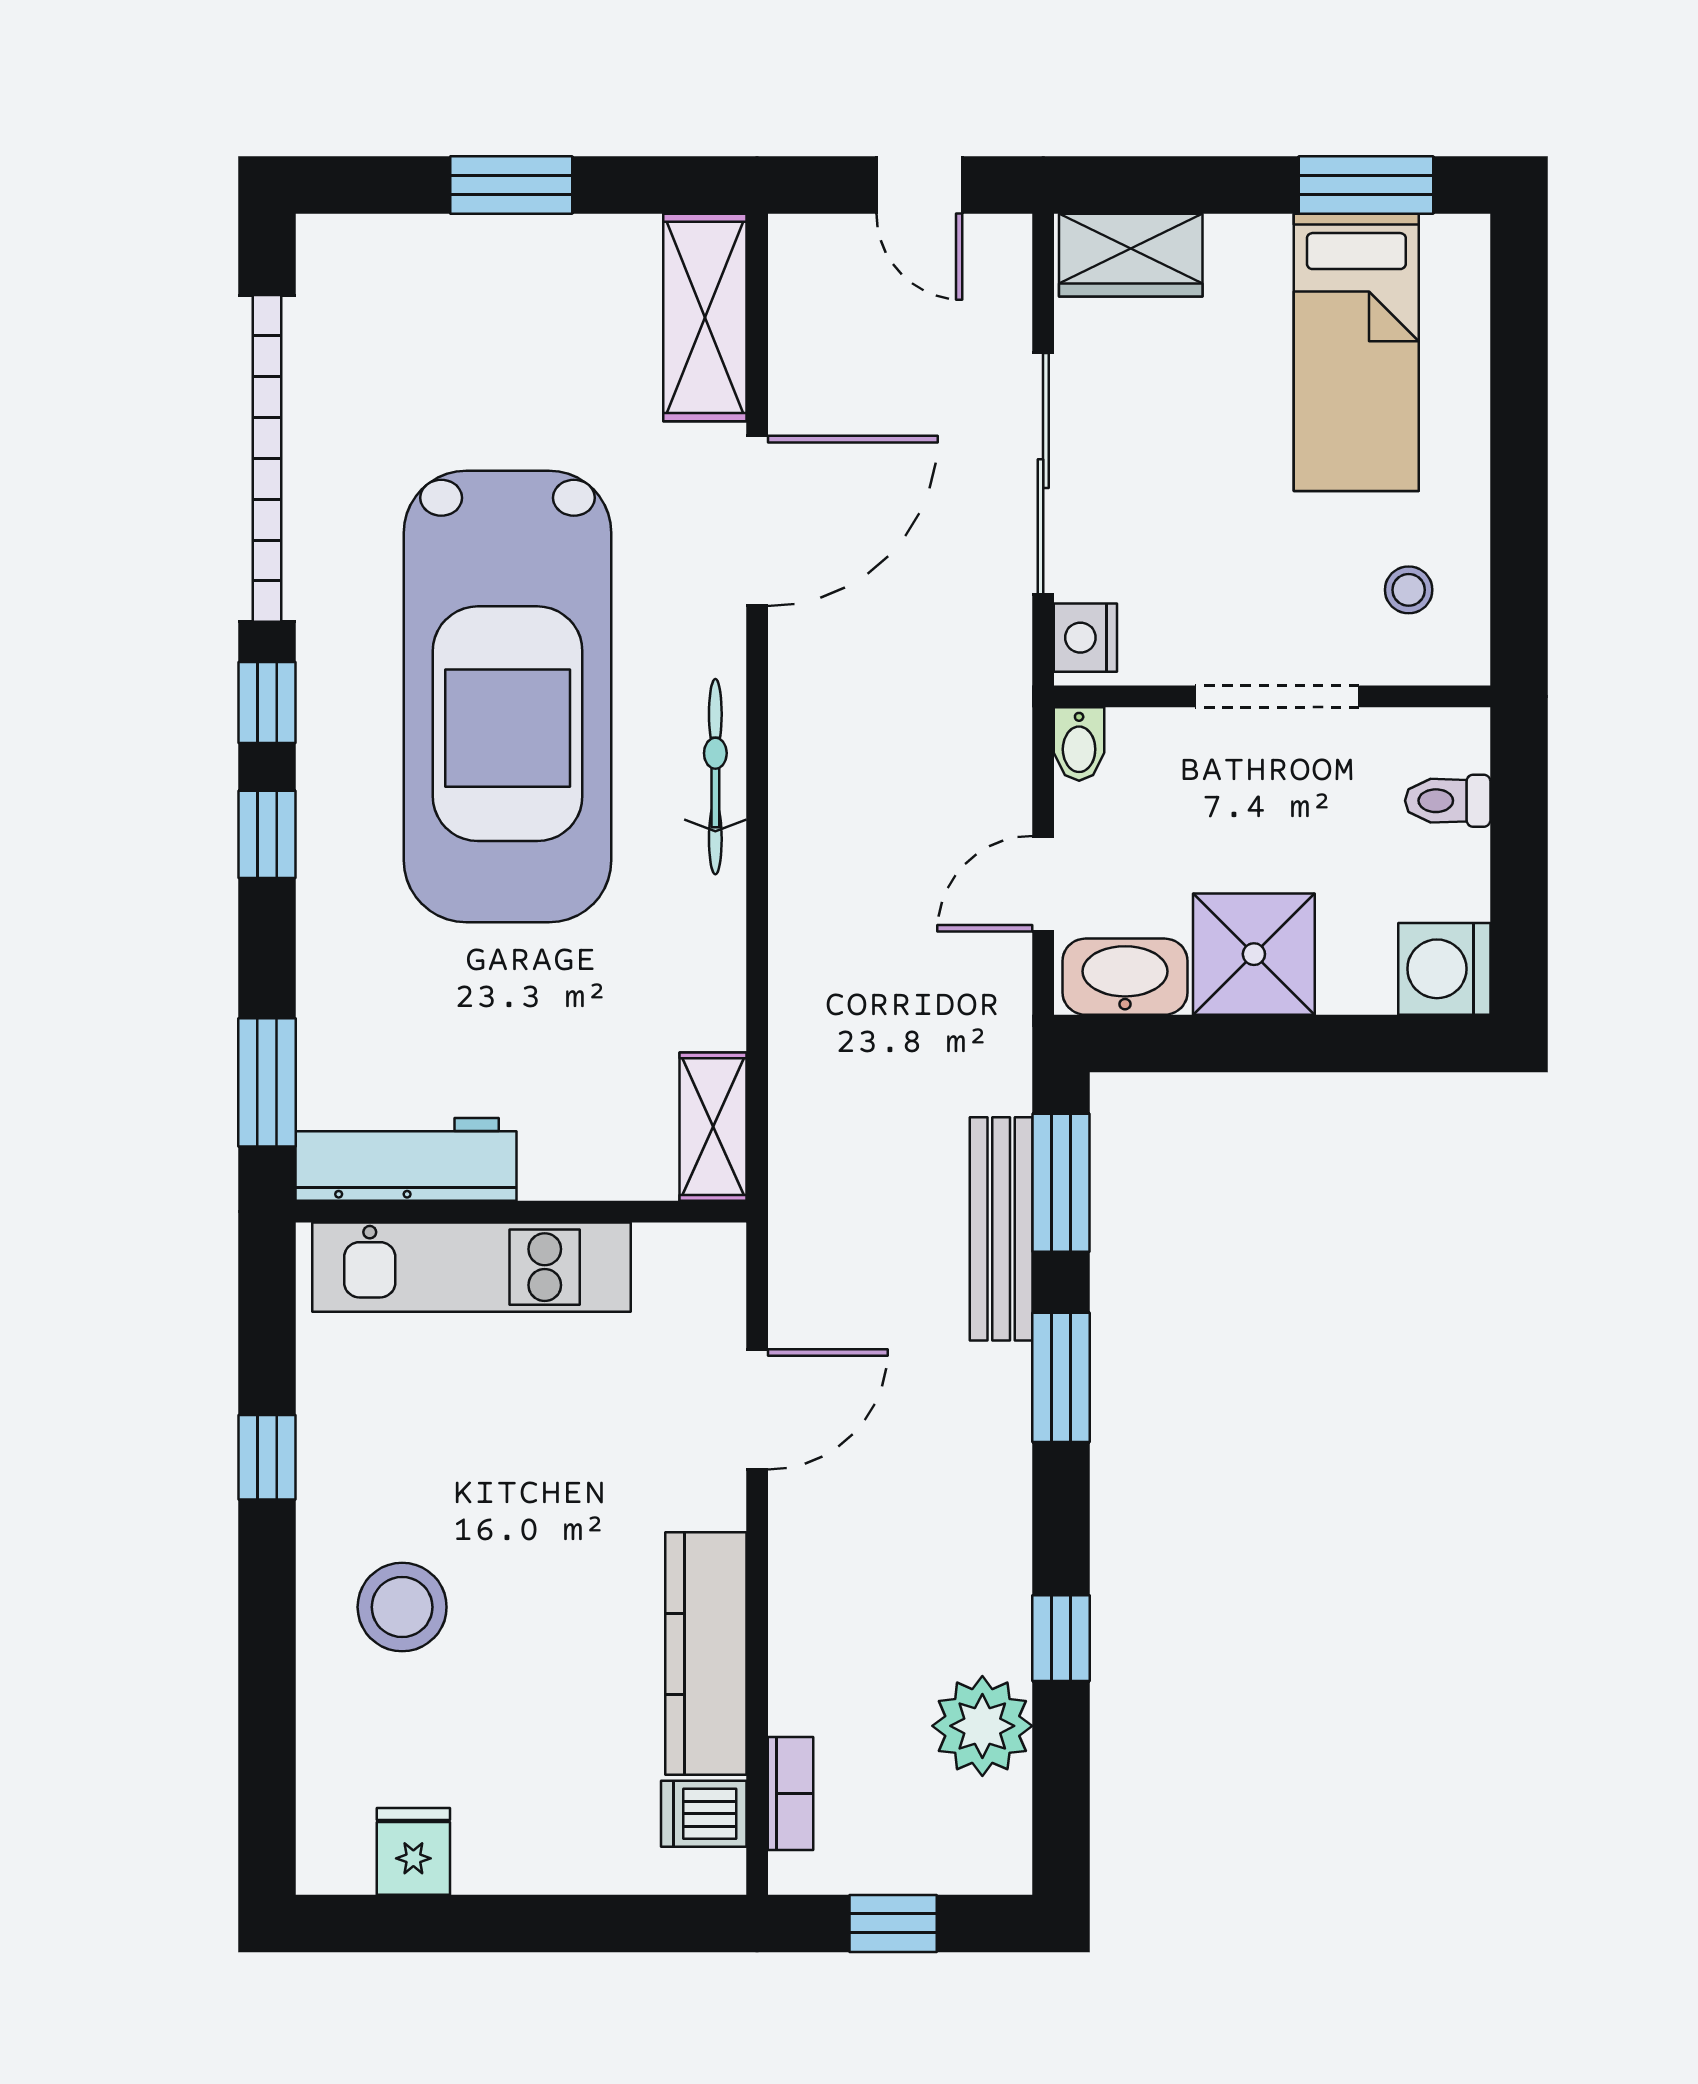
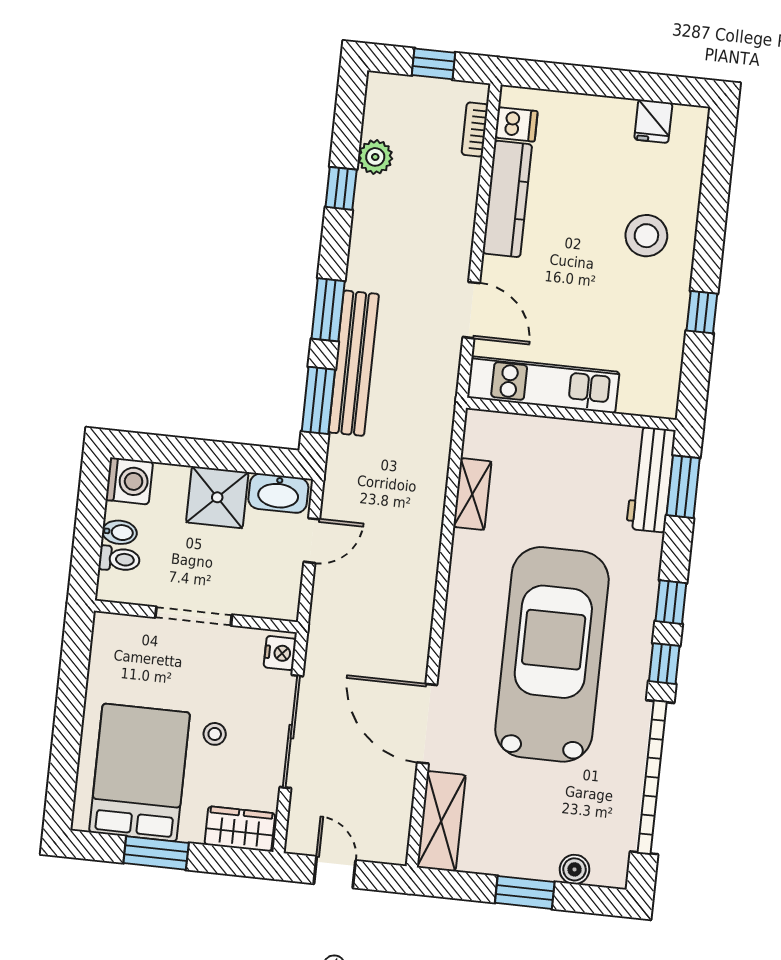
window: (1366, 185) -> (156, 853), moved
boiler: (411, 245) -> (574, 869), added
bed: (1356, 352) -> (140, 772), width x1.50
door: (757, 521) -> (427, 724), hinge flipped
stool: (1409, 590) -> (215, 734), moved
bidet: (1079, 744) -> (120, 532), moved, turned 90
bicycle: (715, 777) -> (459, 607), removed
shelving: (713, 1127) -> (472, 494), moved
workbench: (406, 1159) -> (651, 479), moved, turned 90
bench: (1001, 1229) -> (354, 363), width x1.37, depth x1.21
kitchen unit: (472, 1267) -> (543, 385), moved
door: (757, 1409) -> (471, 310), swing flipped
plant: (982, 1726) -> (375, 157), width x0.73, depth x0.73

